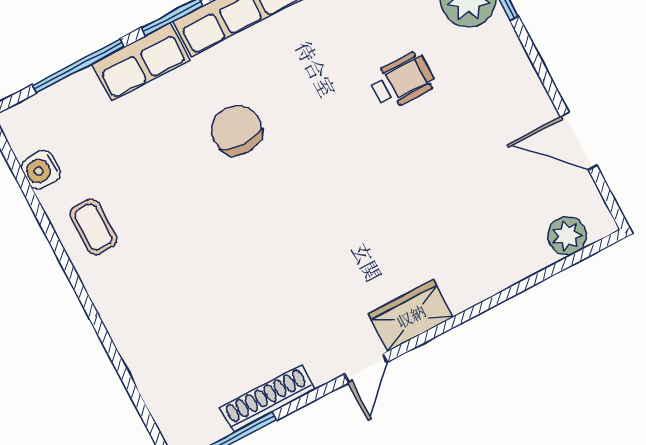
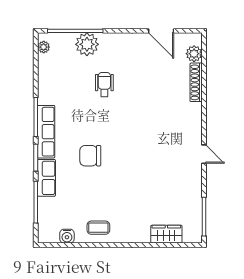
door: (579, 141) -> (161, 31), hinge flipped
wardrobe: (411, 316) -> (166, 234), moved, turned 90
shoe rack: (267, 399) -> (196, 82), moved

